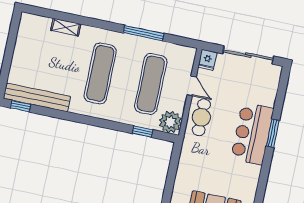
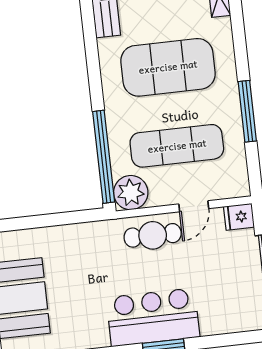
exercise mat: (100, 73) -> (168, 67), width x1.47
window: (143, 132) -> (104, 157), width x3.17

